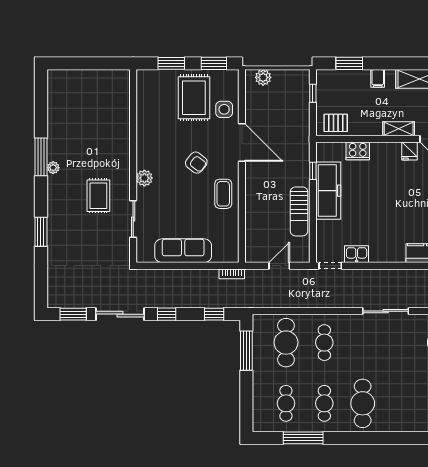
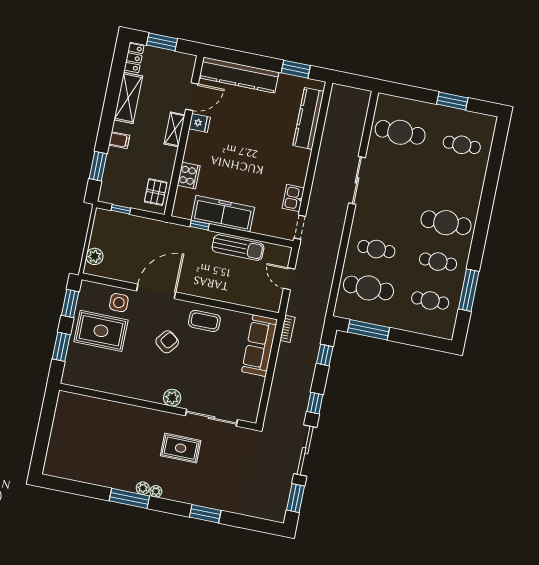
plant: (53, 181) -> (156, 491), added
sliding door: (133, 219) -> (211, 418), width x1.37
sofa: (183, 251) -> (260, 346), moved

